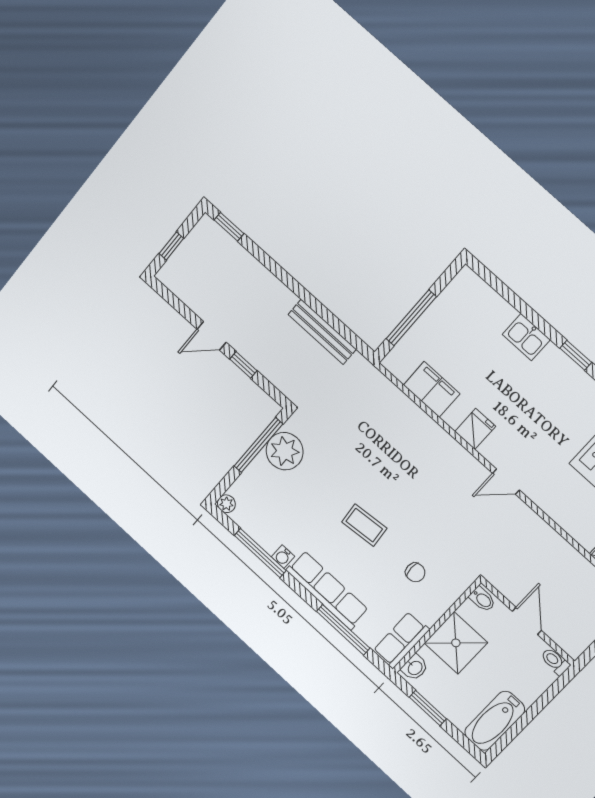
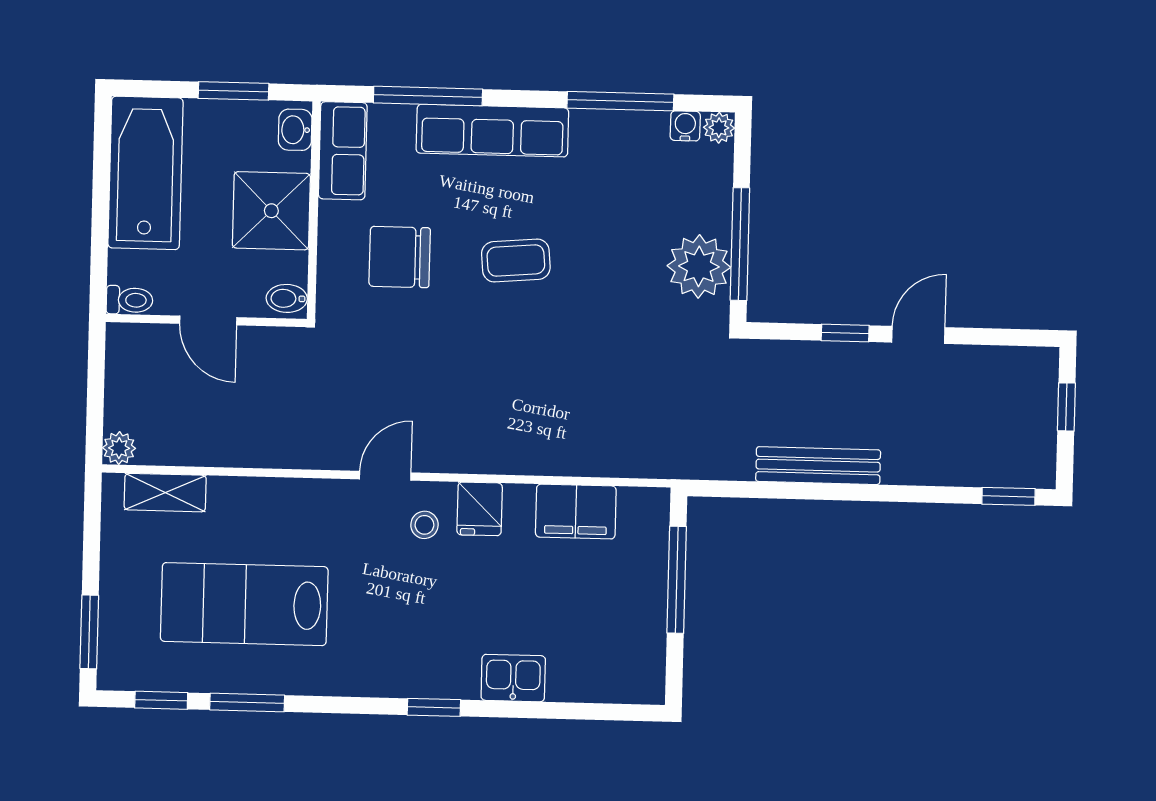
bench: (322, 332) -> (818, 466), moved
stool: (507, 444) -> (424, 525), added
water cooler: (283, 557) -> (685, 126), moved
chair: (415, 572) -> (400, 257), width x1.87, depth x1.87
bathtub: (495, 721) -> (145, 173), width x1.36, depth x1.36

